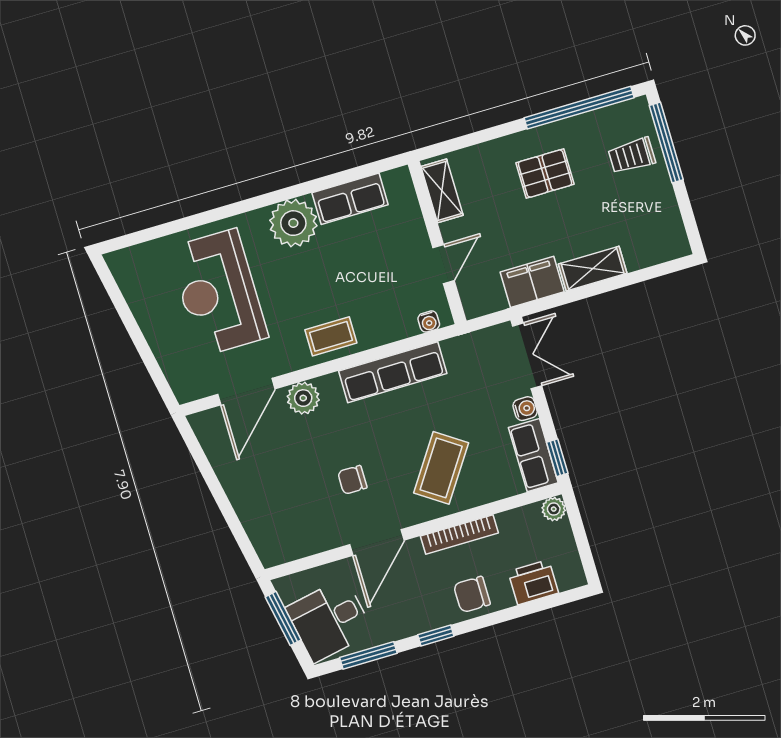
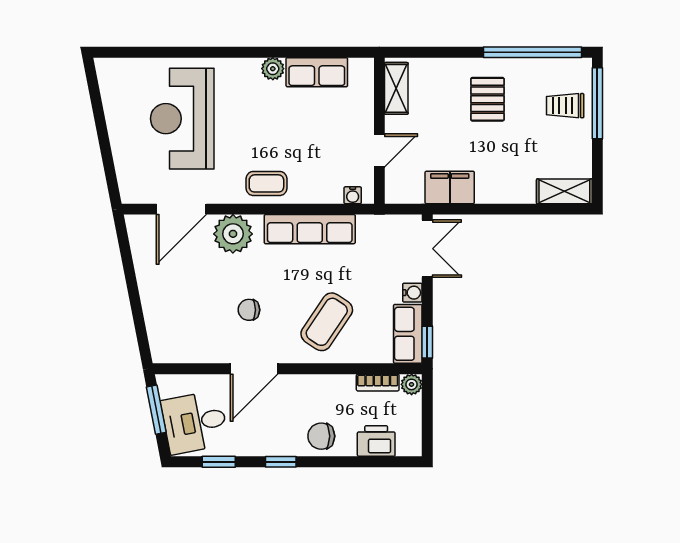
pallet: (545, 174) -> (487, 99), turned 90
plant: (293, 223) -> (273, 69), width x0.53, depth x0.53
shelving: (593, 269) -> (564, 191), moved
plant: (303, 398) -> (233, 234), width x1.36, depth x1.36
bookcase: (459, 535) -> (378, 383), moved, width x0.64
window: (368, 655) -> (219, 462), width x0.67

